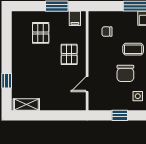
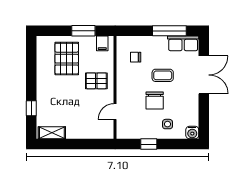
pallet: (41, 33) -> (67, 59), width x1.50, depth x1.42
pallet: (69, 54) -> (96, 81), turned 90

